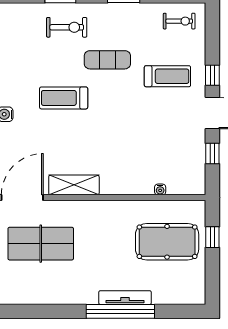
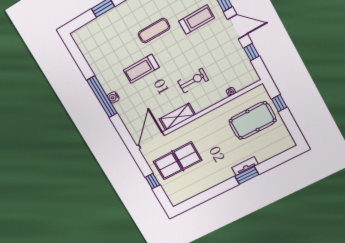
exercise bike: (67, 27) -> (193, 81), moved
tv unit: (125, 298) -> (245, 166), width x0.71
window: (120, 311) -> (247, 175), width x0.47

